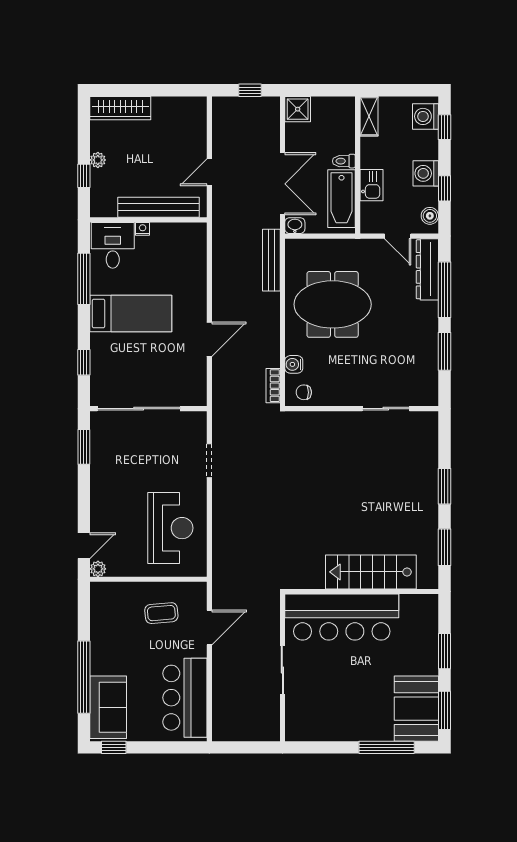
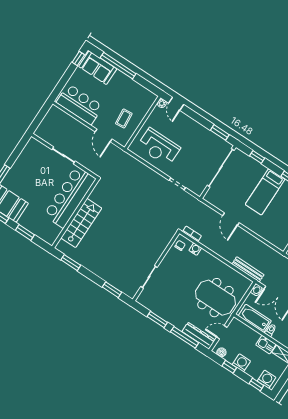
kitchen sink: (371, 185) -> (266, 345), moved
meeting table: (333, 304) -> (215, 298), moved, turned 90
window: (445, 486) -> (112, 290), moved

